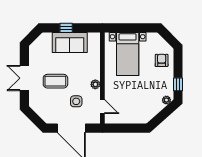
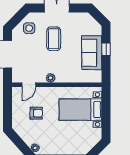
armchair: (162, 60) -> (36, 113), moved
side table: (76, 101) -> (29, 28), moved

